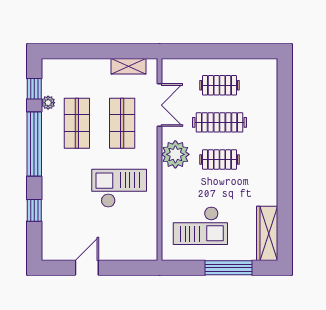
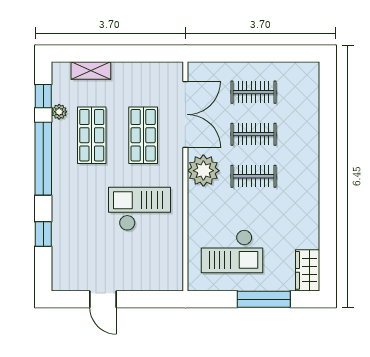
shelving: (129, 66) -> (91, 70), moved
double door: (160, 105) -> (185, 114), width x1.37
clothes rail: (219, 122) -> (253, 134), width x0.73
wardrobe: (267, 233) -> (308, 270), width x0.67
door: (87, 268) -> (103, 299), swing flipped

